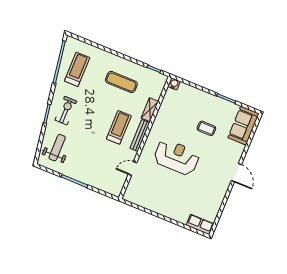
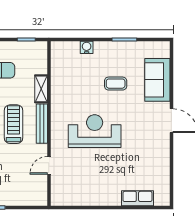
water cooler: (174, 84) -> (87, 47), moved
sofa: (244, 126) -> (157, 80), moved
row of seats: (200, 225) -> (137, 198), moved

